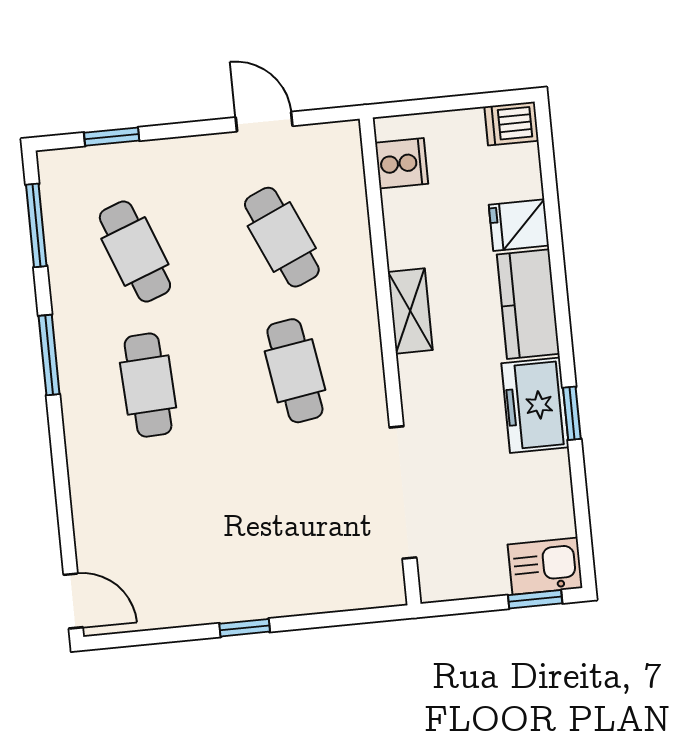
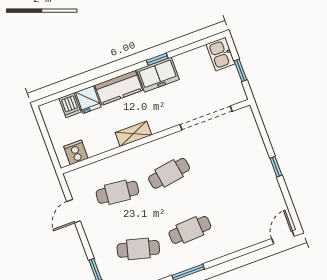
dishwasher: (511, 124) -> (70, 105), moved
cafe table: (282, 237) -> (117, 192), turned 30
cafe table: (135, 251) -> (138, 249), turned 36
window: (535, 599) -> (241, 70), moved

